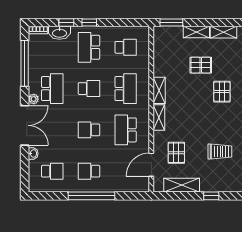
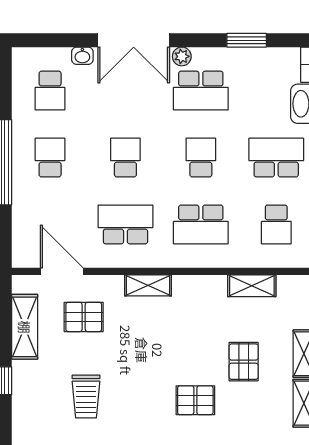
window: (25, 63) -> (247, 40), width x0.47
school desk: (89, 89) -> (201, 158), turned 180
shelving: (159, 90) -> (252, 286), moved

